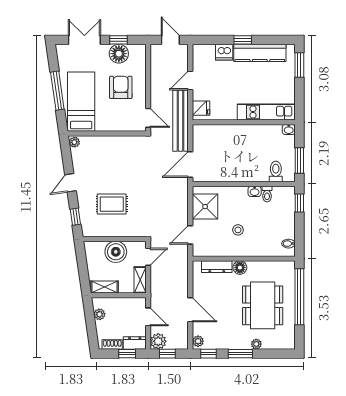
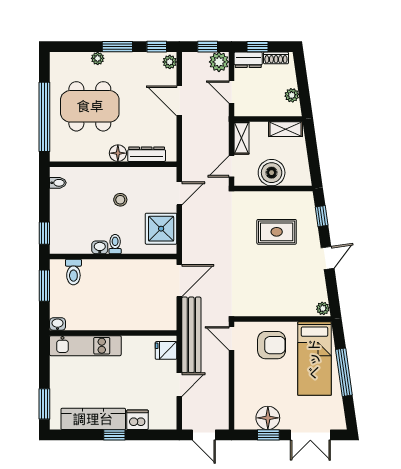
armchair: (121, 87) -> (272, 345), moved, turned -90
toilet: (267, 194) -> (115, 244), moved
dining table: (263, 305) -> (90, 106), turned 90

